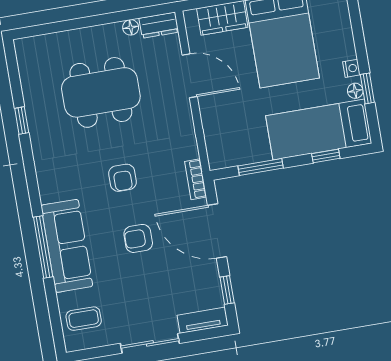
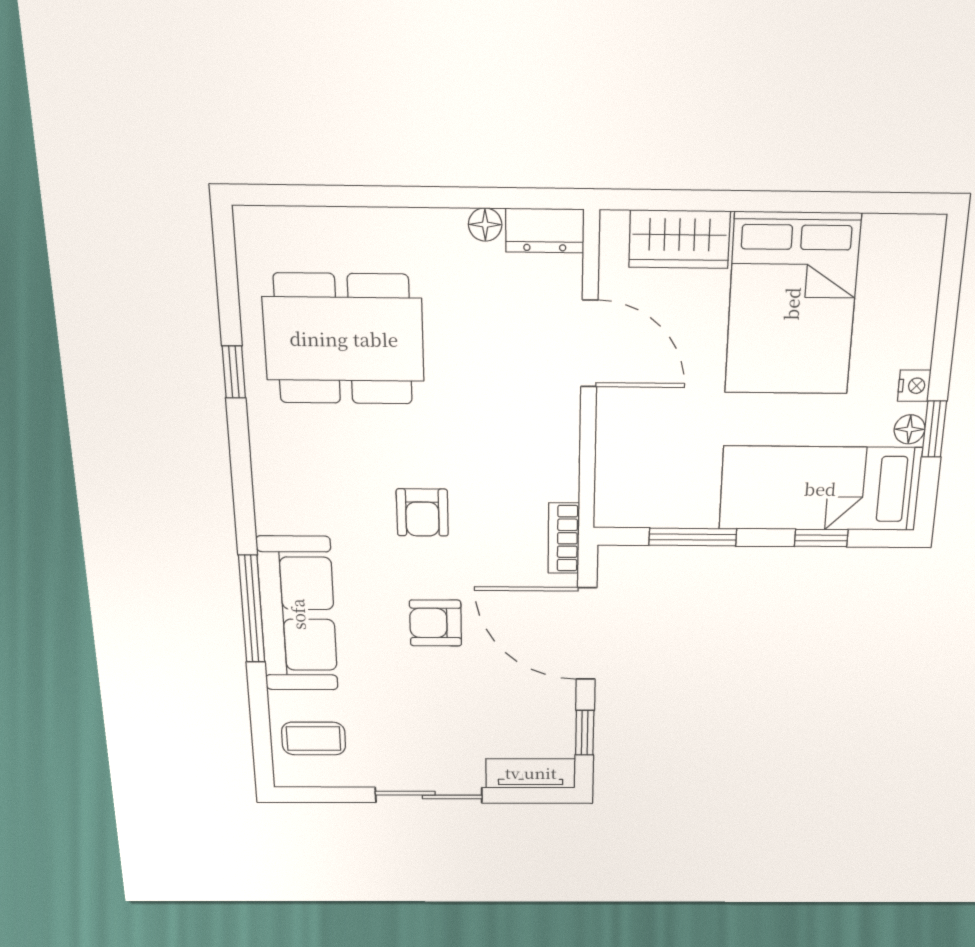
dining table: (101, 92) -> (344, 339), moved

